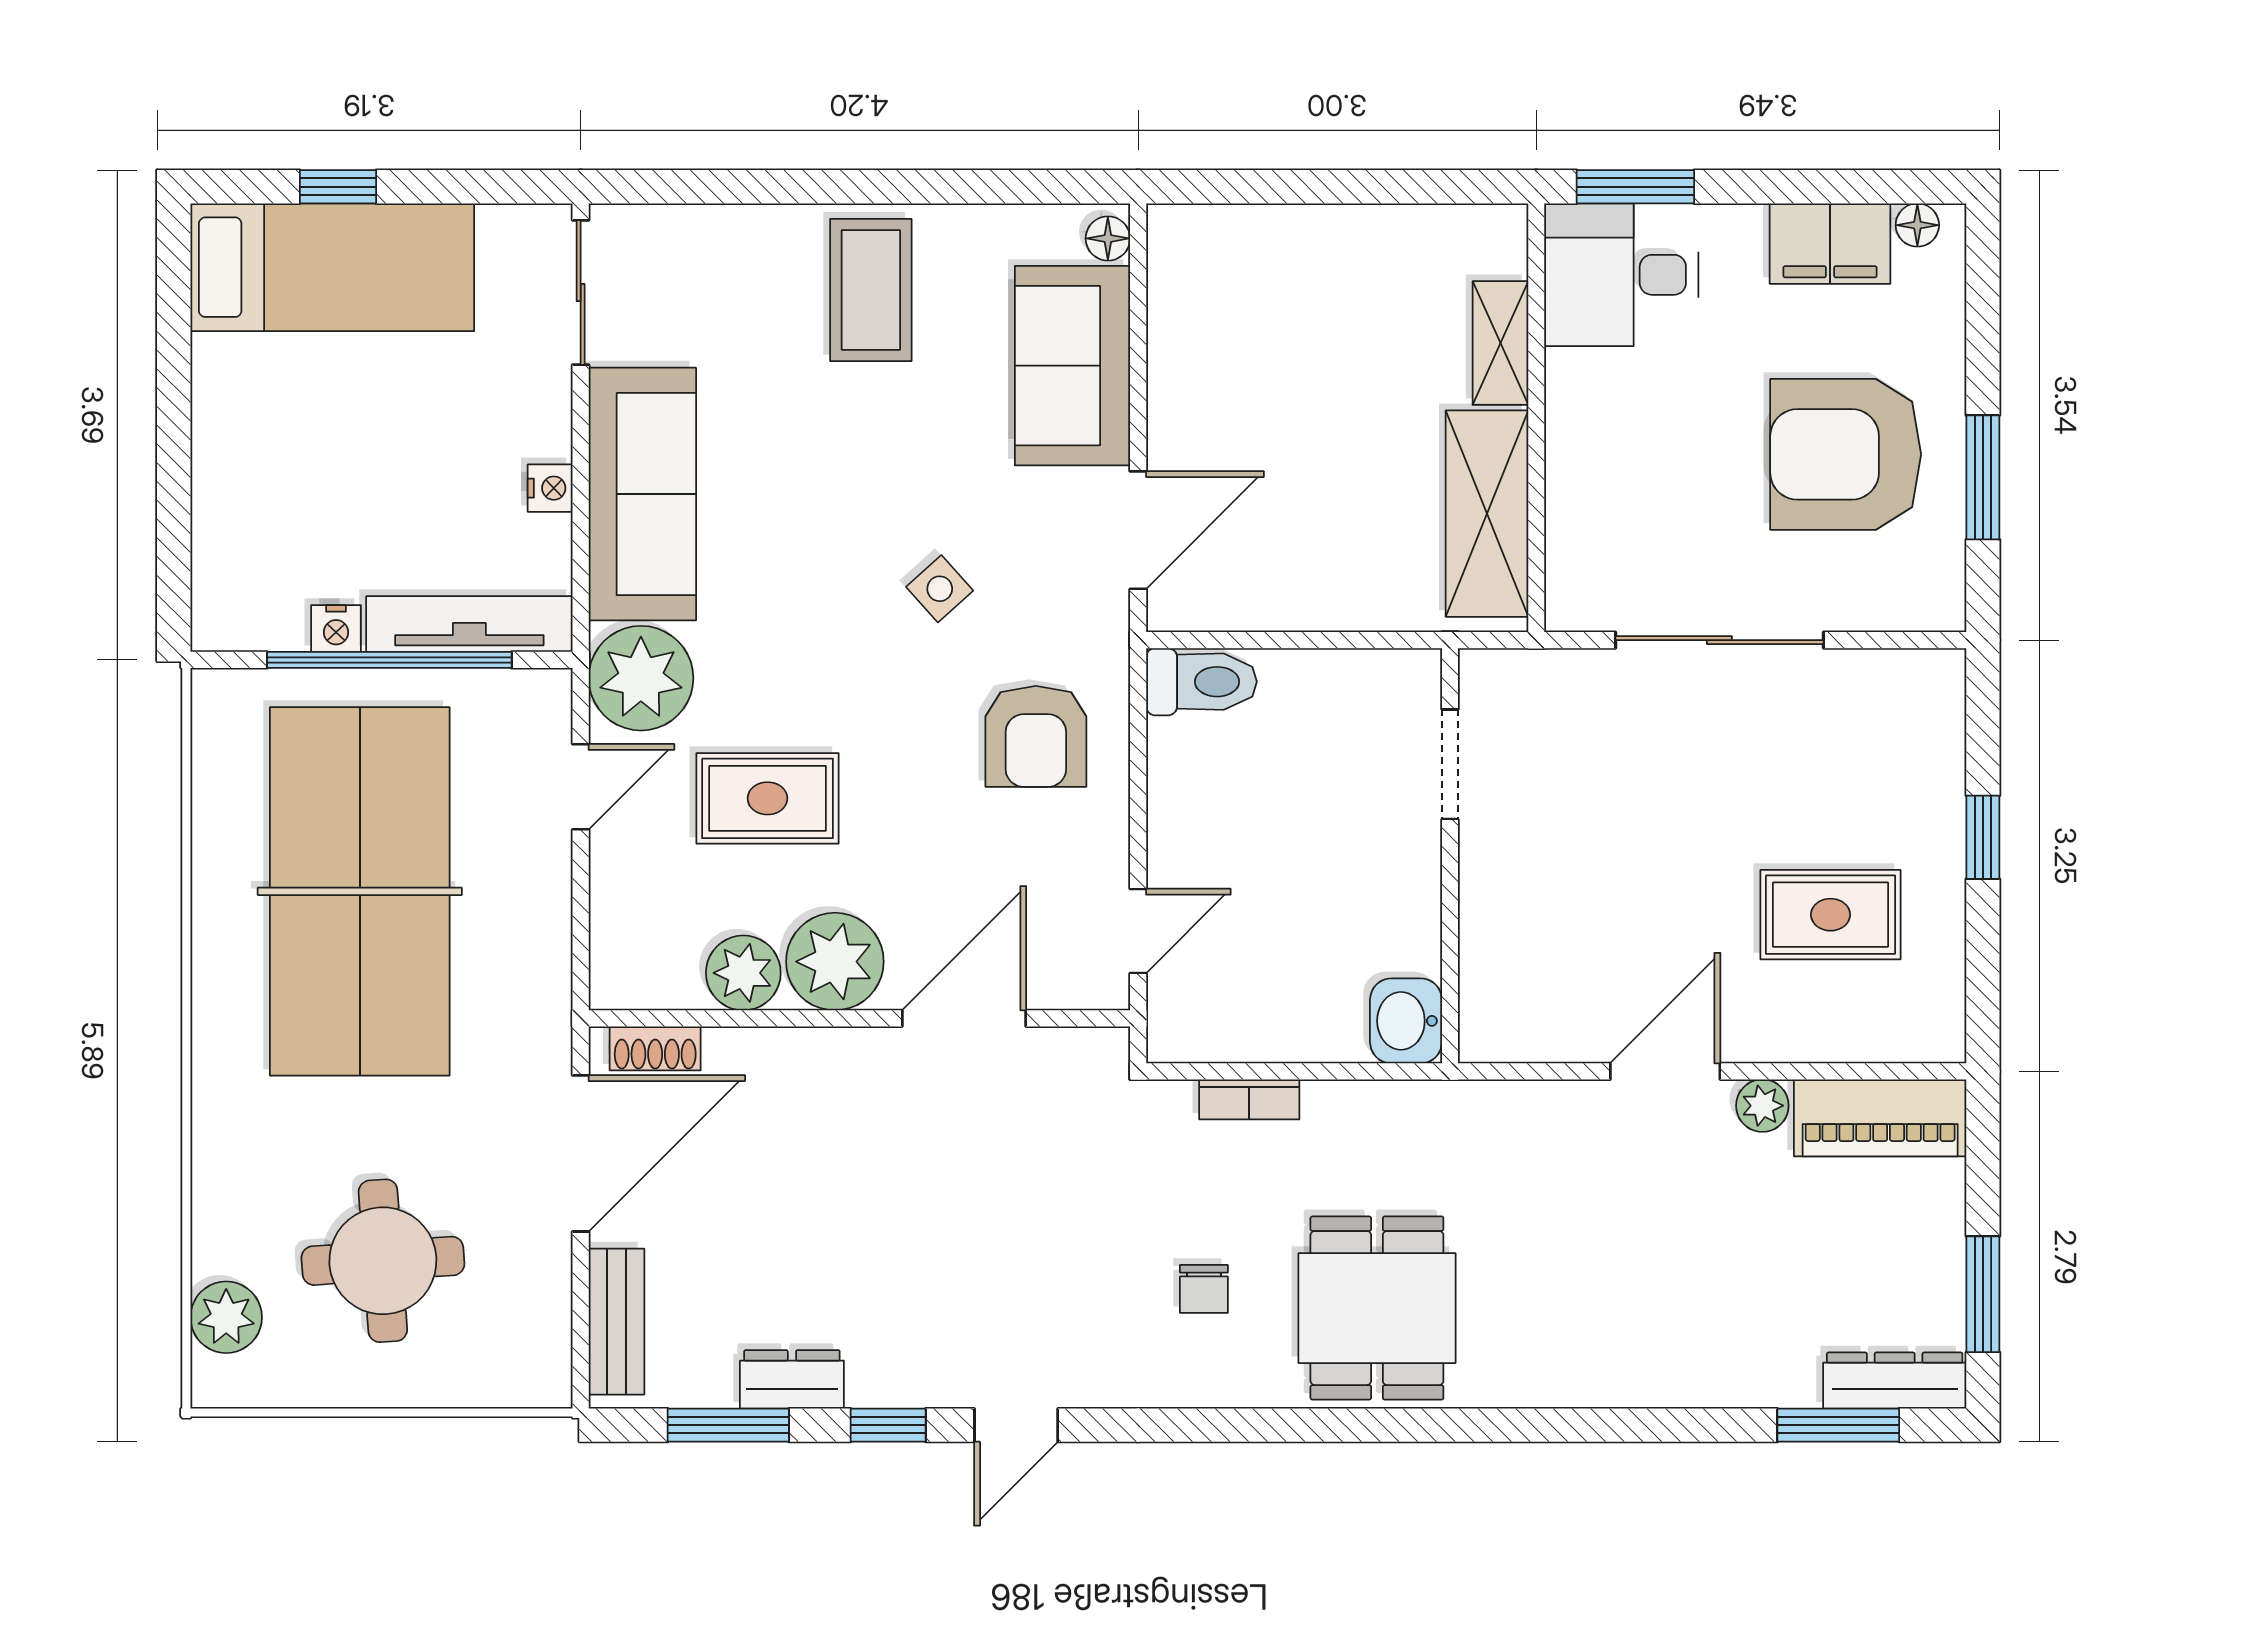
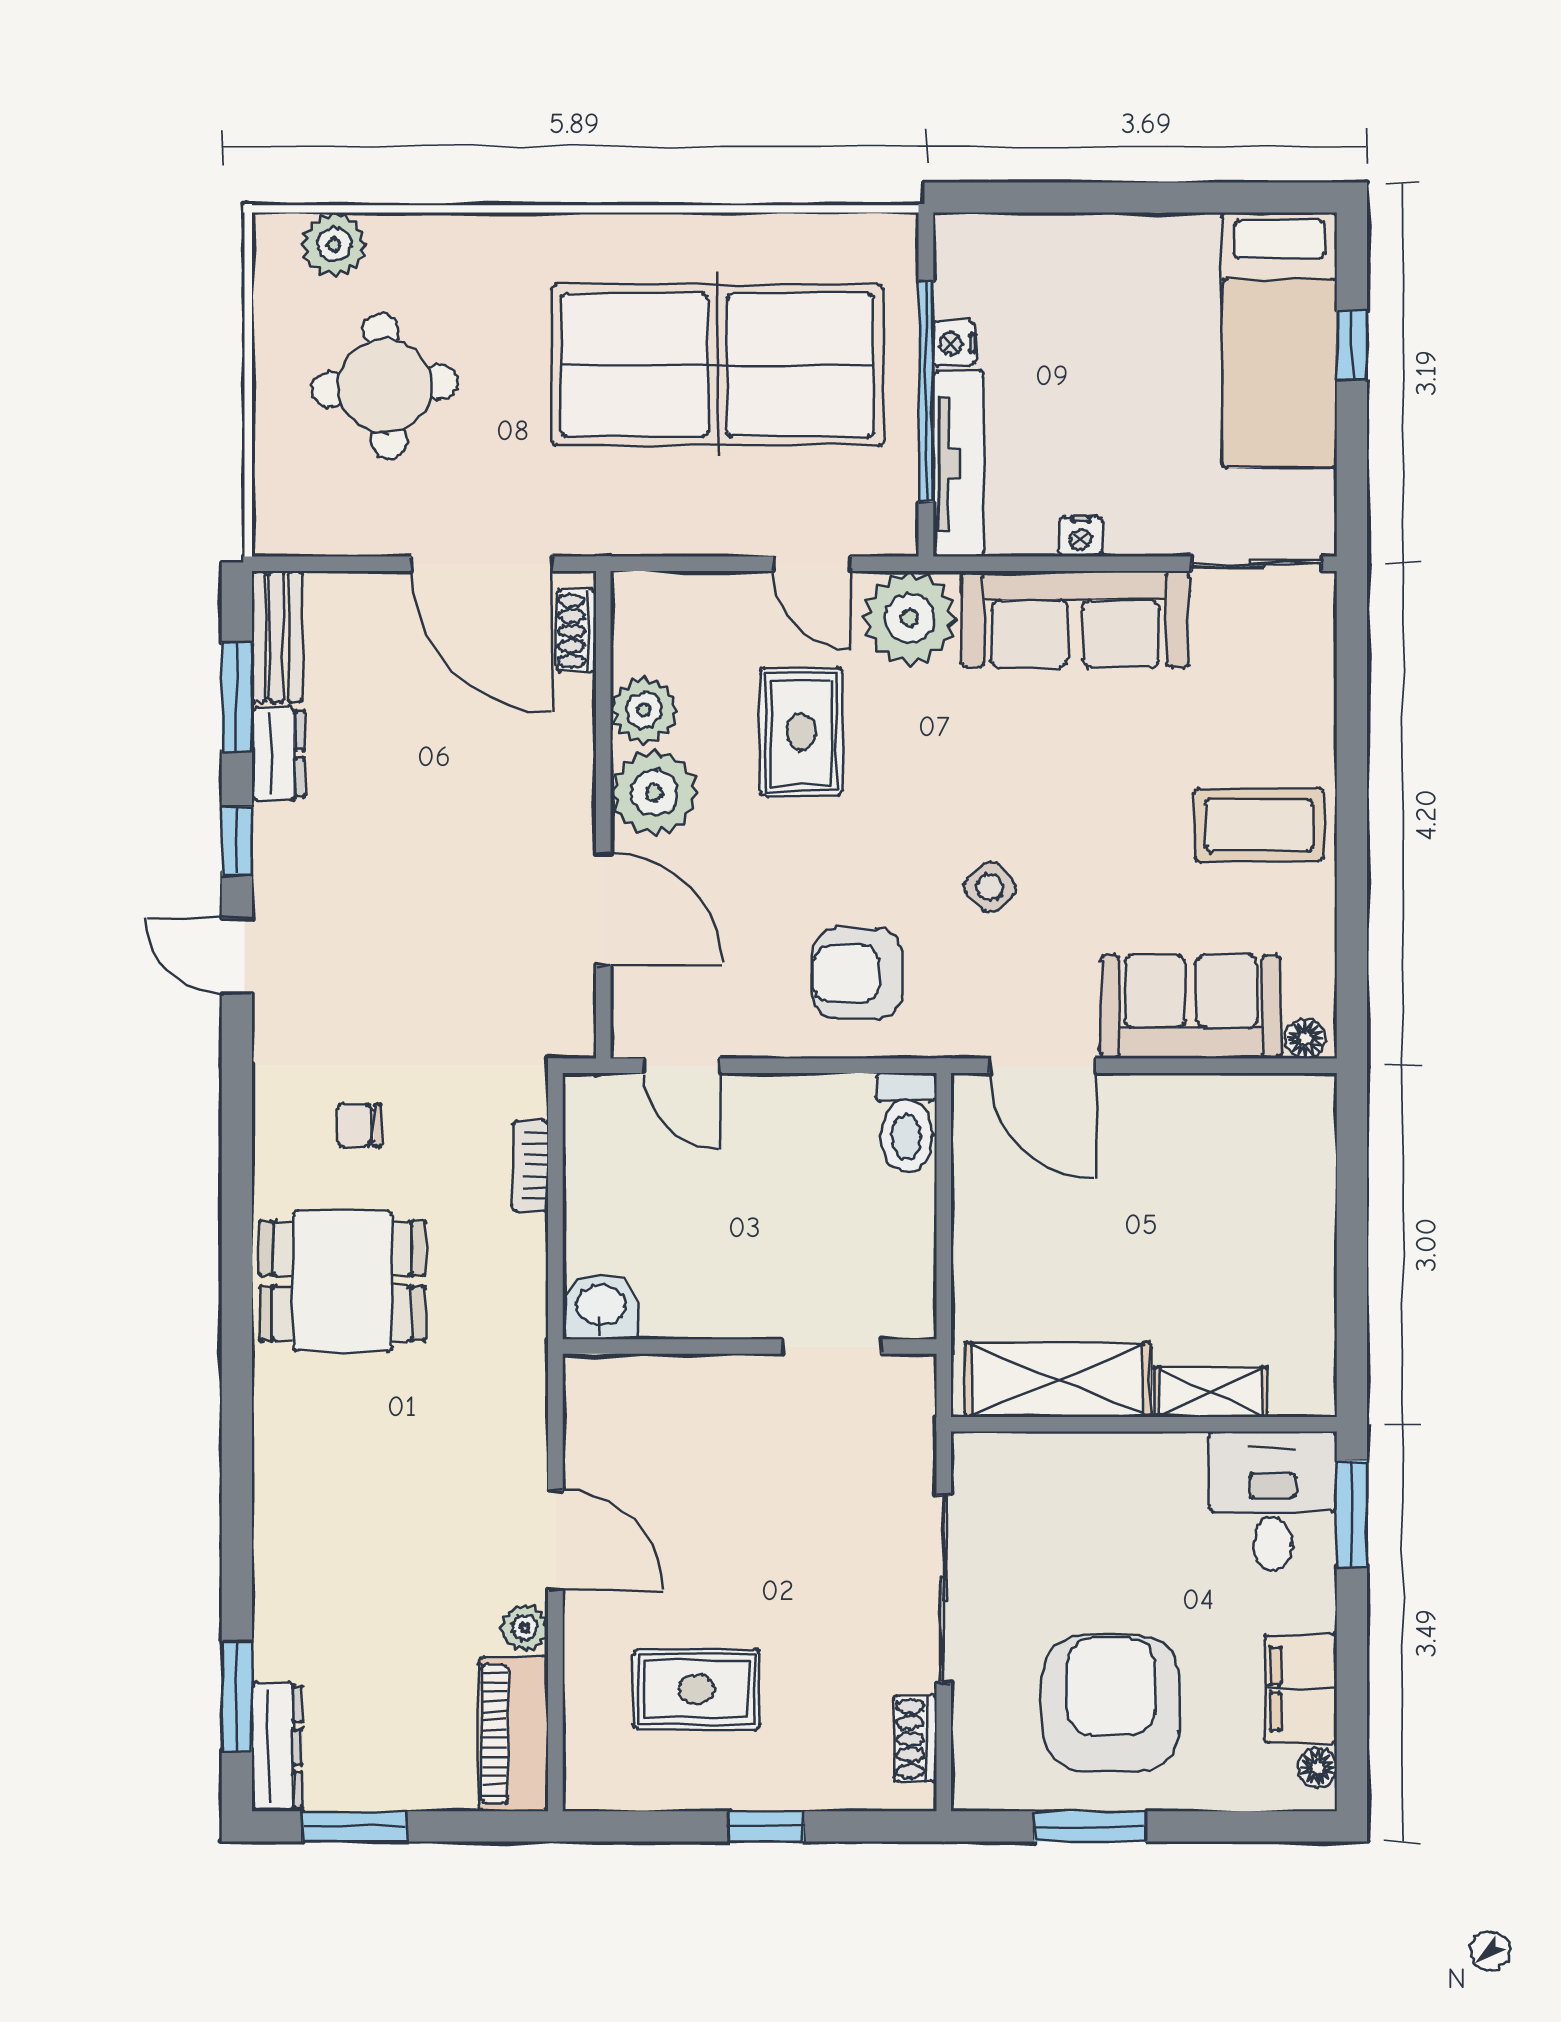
shoe rack: (1885, 672) -> (915, 1739), added
rug: (1831, 915) -> (697, 1689), turned 90
bench: (616, 1322) -> (277, 637), moved, turned 90

